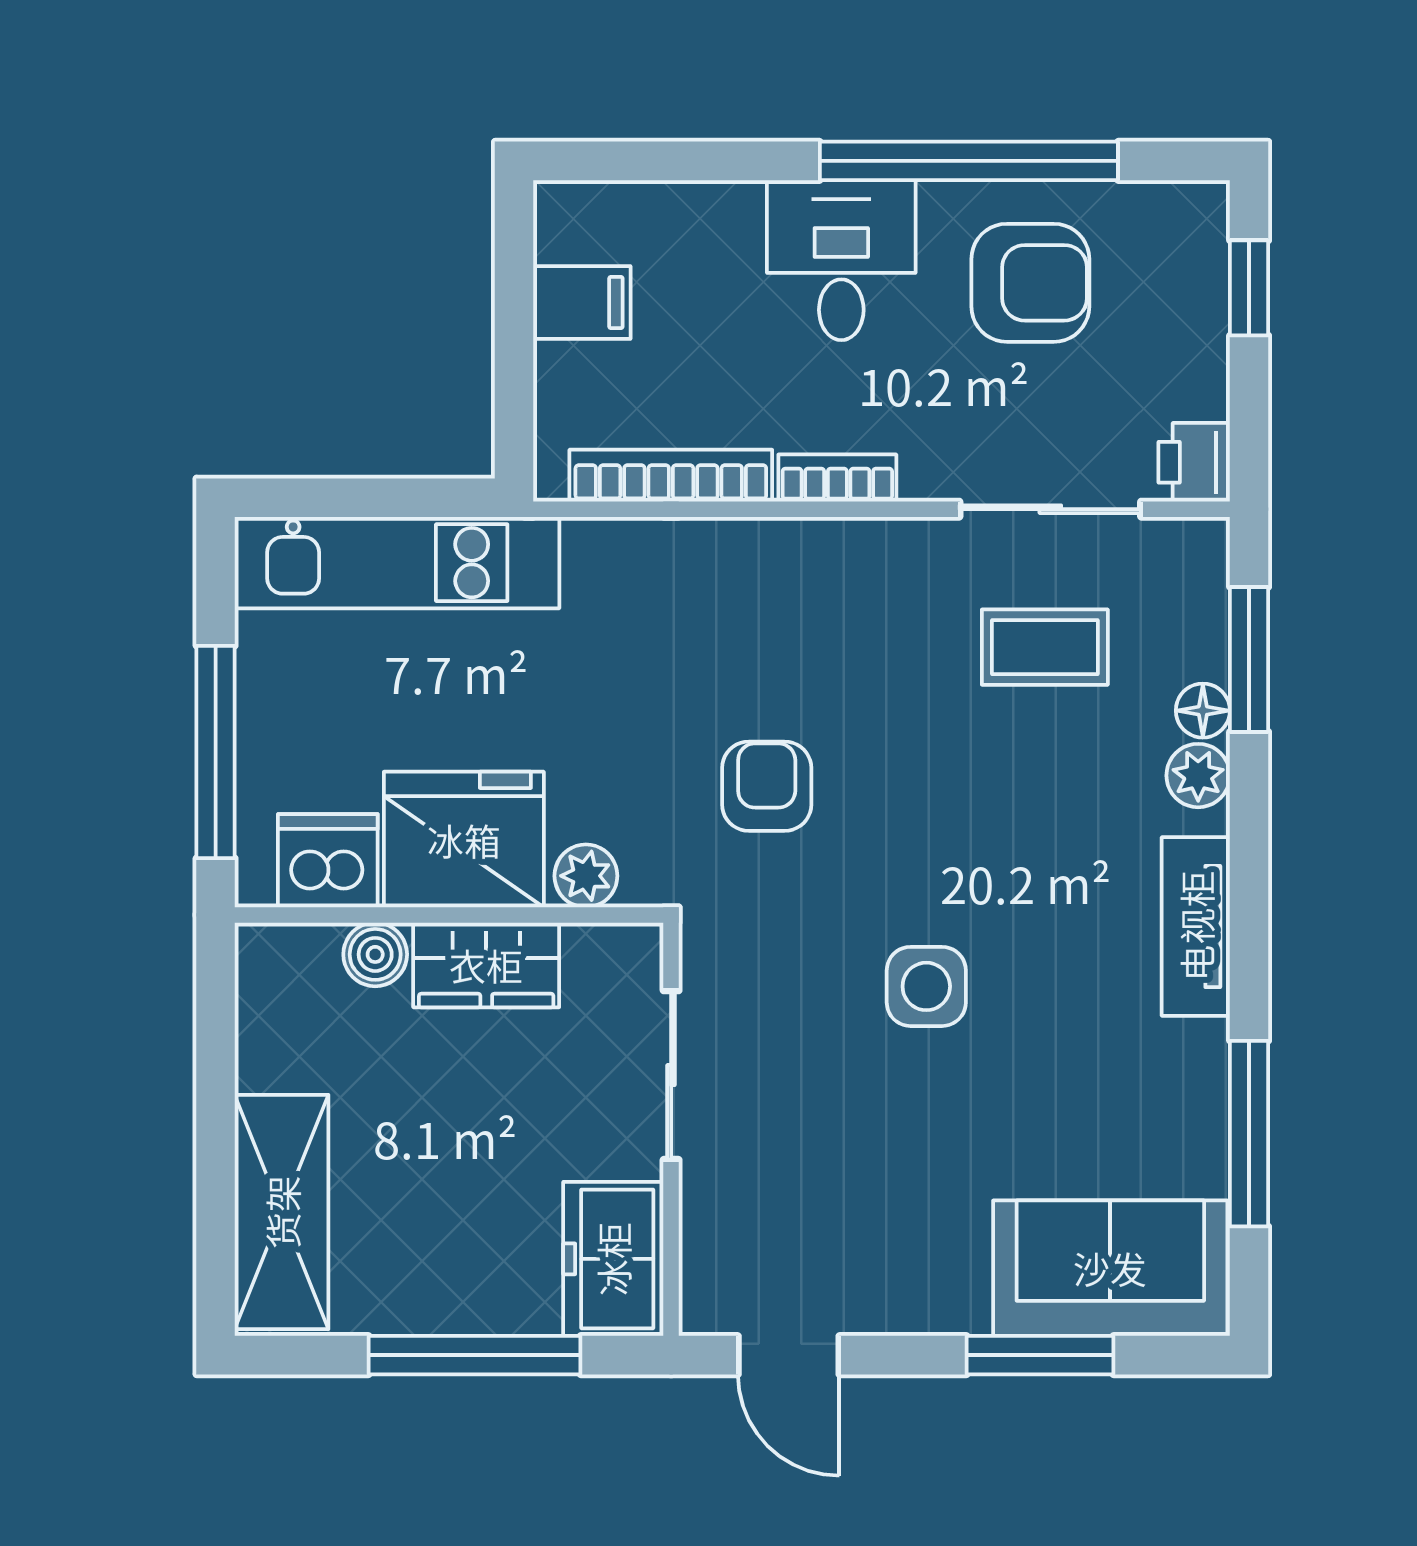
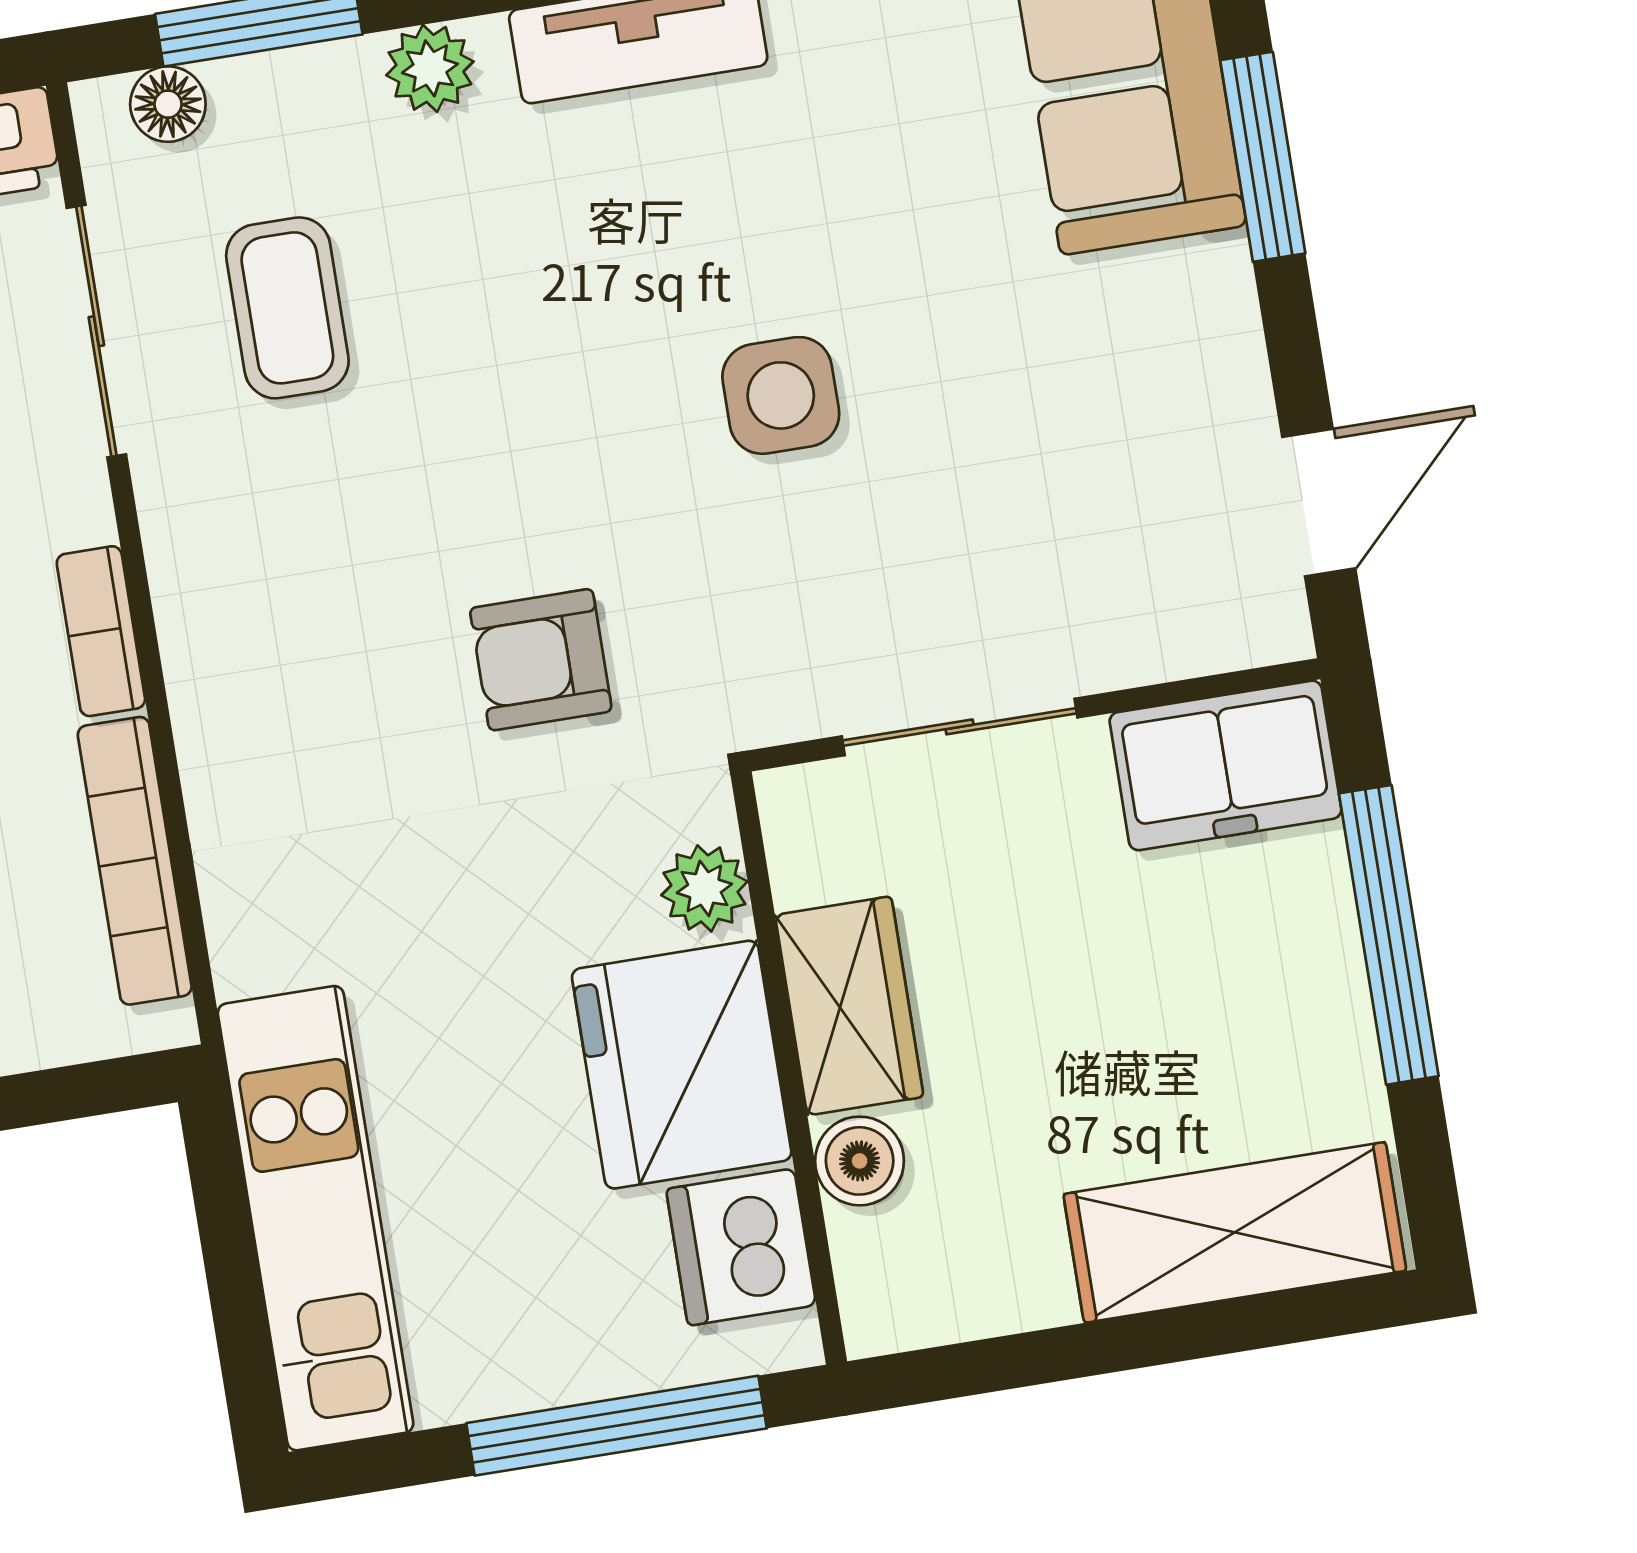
floor lamp: (1203, 711) -> (168, 104), moved

